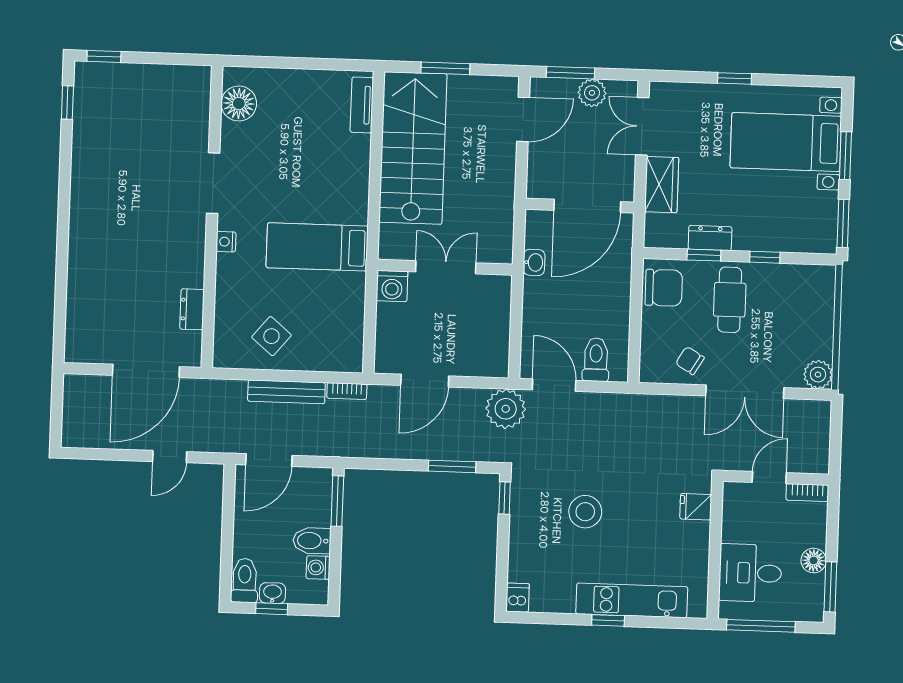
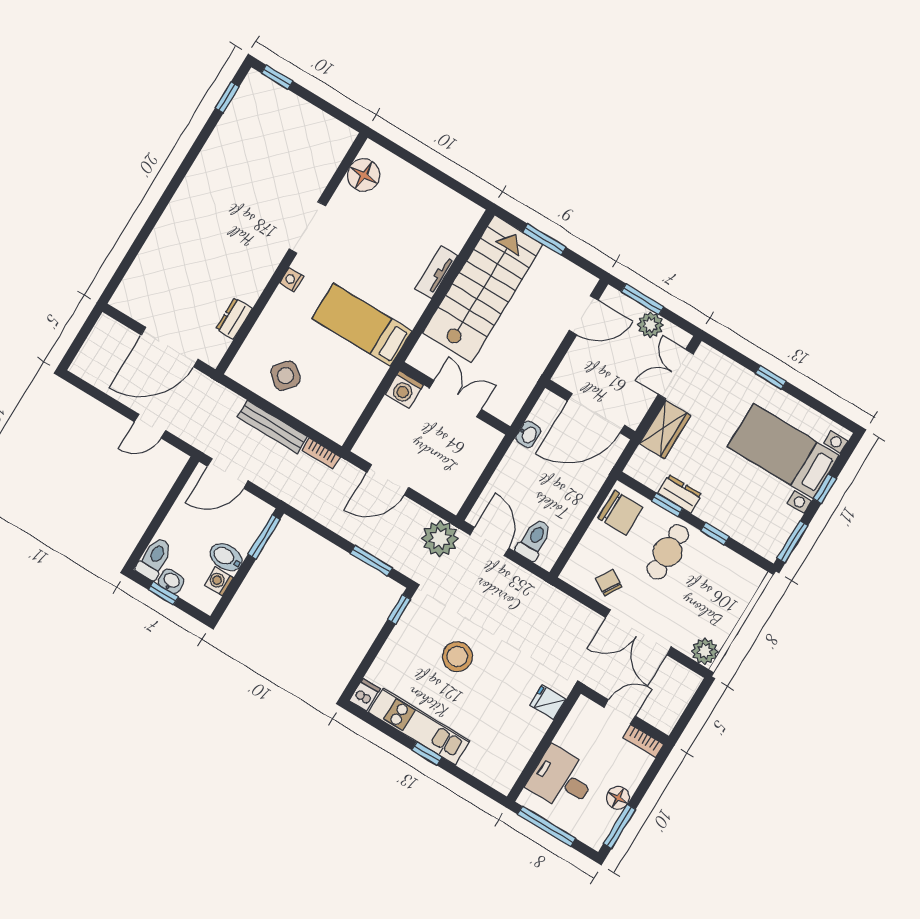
tv unit: (362, 105) -> (436, 272), moved
window: (845, 156) -> (825, 489), width x0.67
kitchen unit: (632, 600) -> (419, 727), moved

